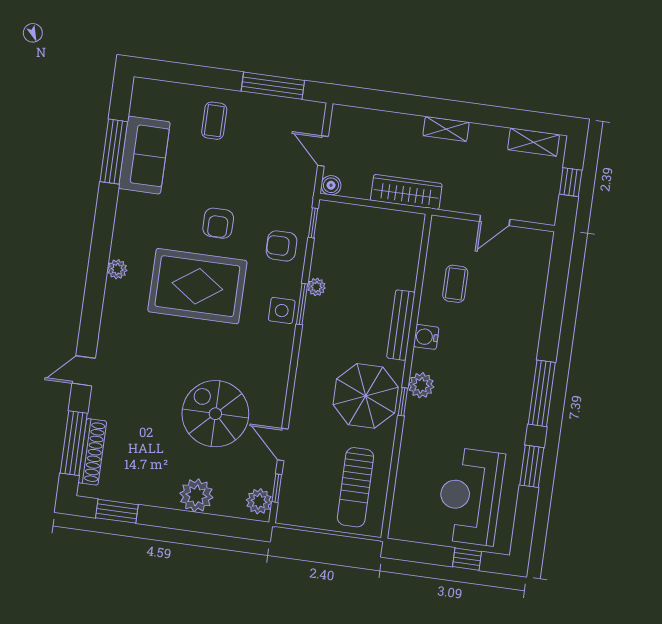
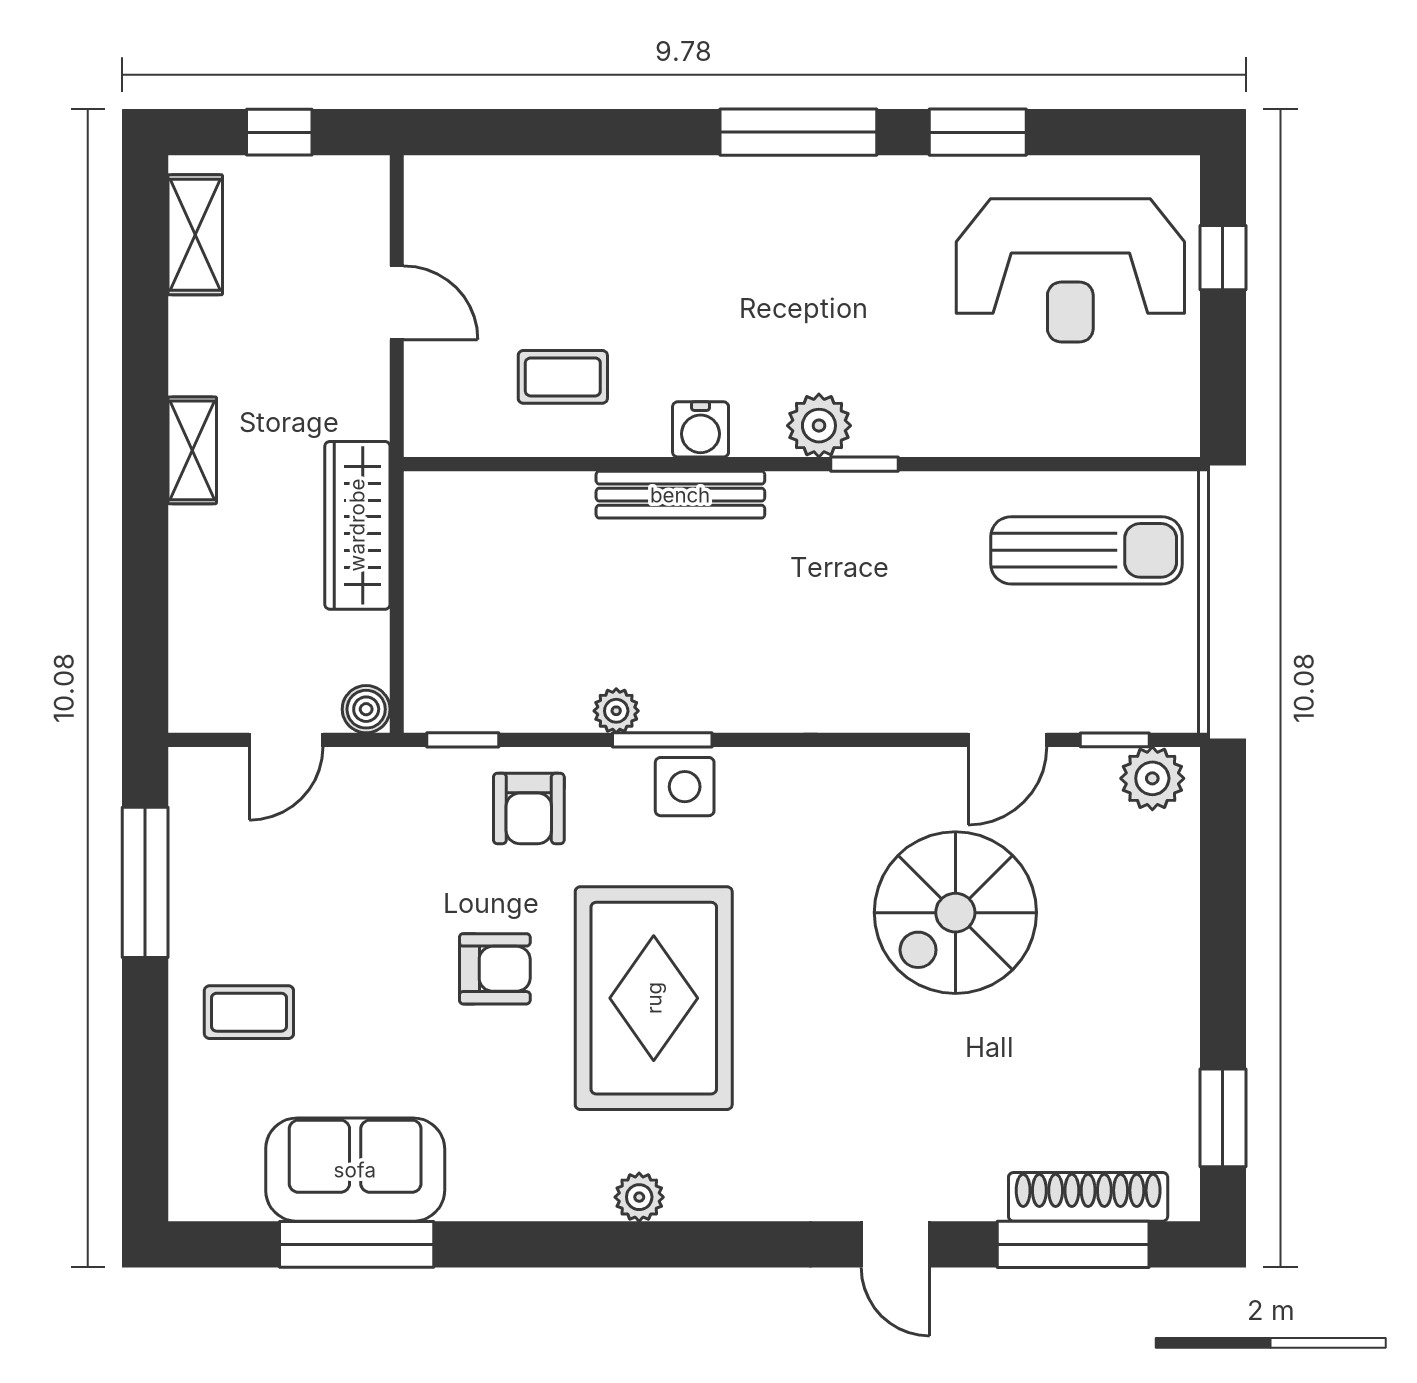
parasol: (366, 396) -> (863, 556), removed
plant: (196, 495) -> (1159, 931), removed

